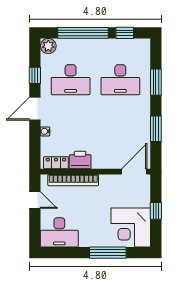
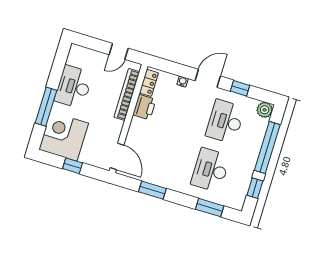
window: (156, 82) -> (210, 208), moved
door: (35, 109) -> (208, 78), hinge flipped
desk: (59, 232) -> (74, 87), moved

